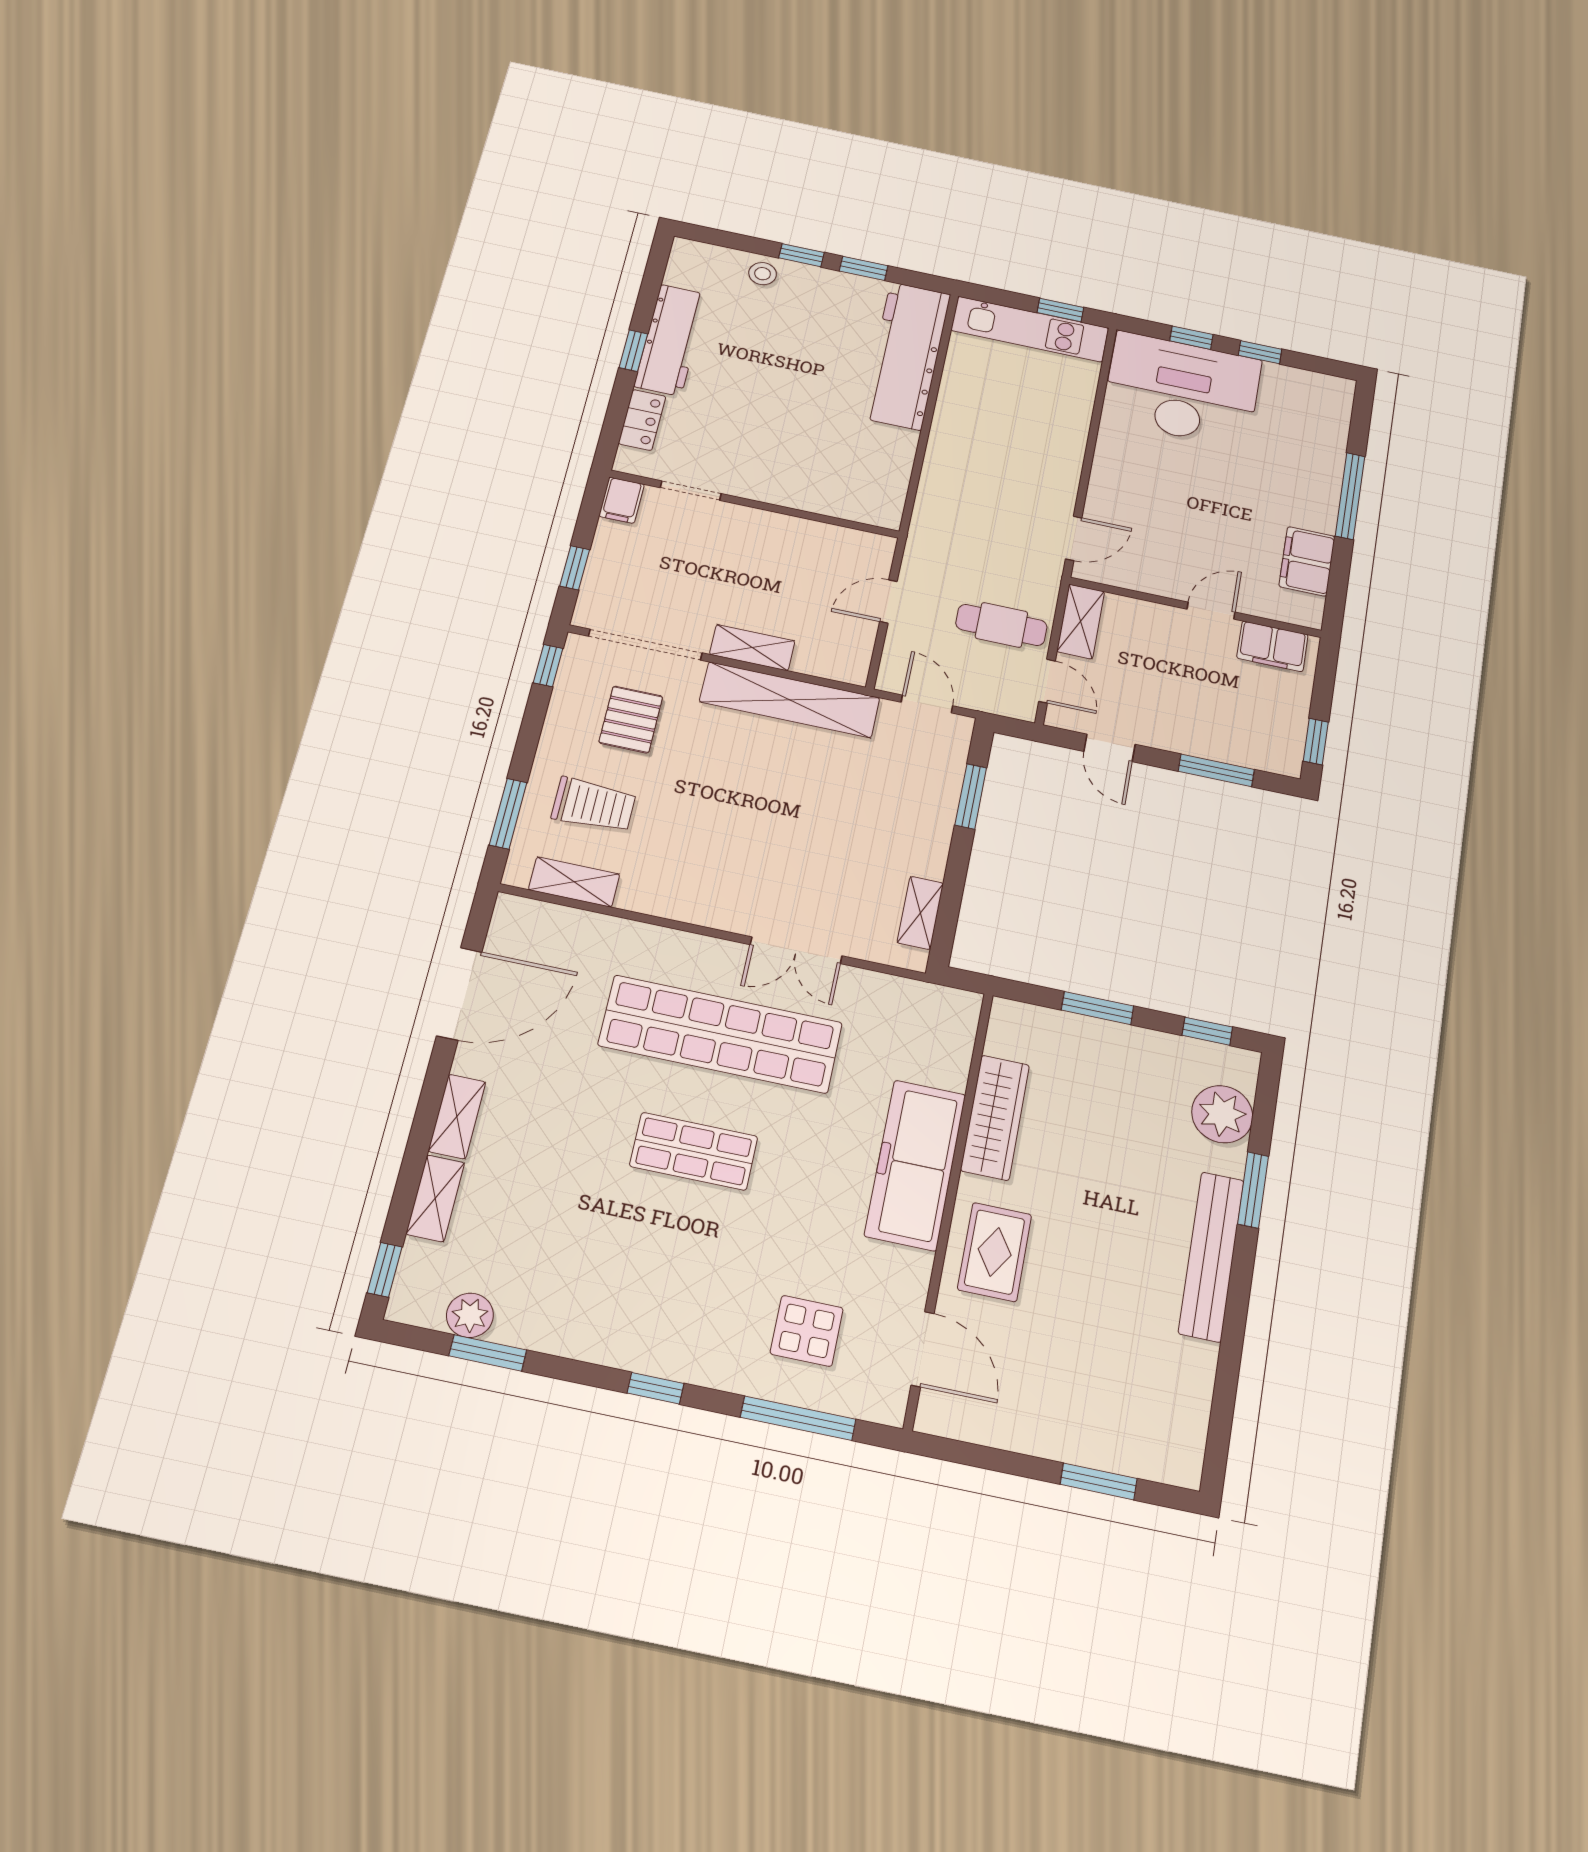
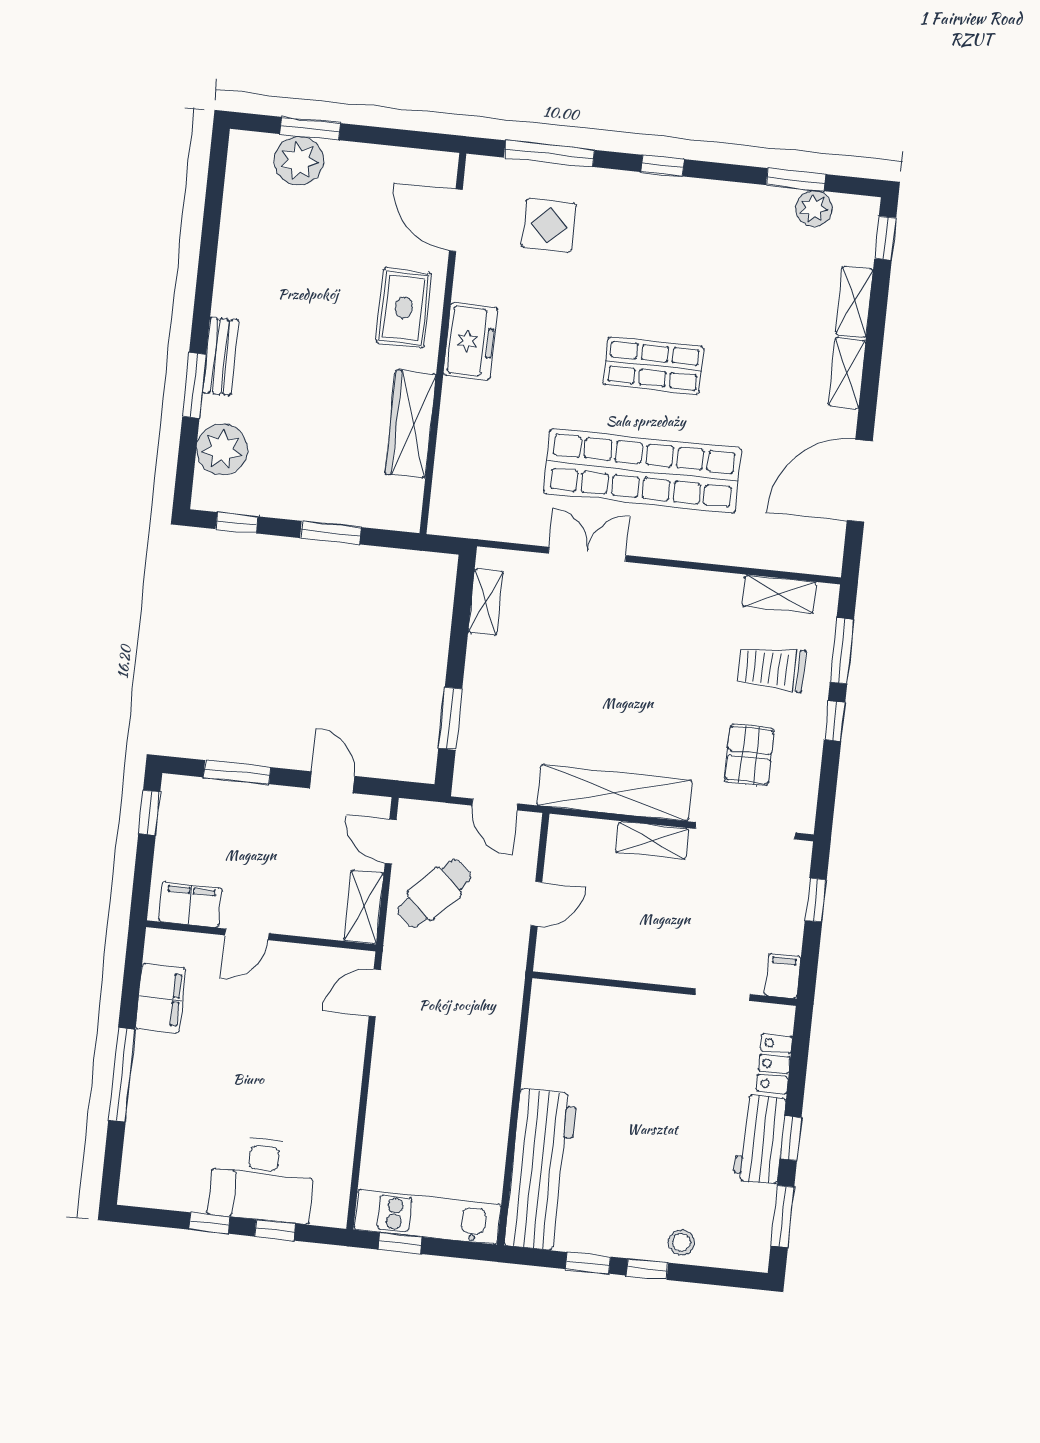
window: (652, 283) -> (782, 1216), added
workbench: (671, 340) -> (760, 1139), width x0.73
desk: (1182, 390) -> (262, 1180), width x0.73, depth x0.77
cafe table: (1001, 625) -> (434, 893), turned -47
window: (548, 666) -> (835, 721), moved
freezer: (915, 1165) -> (470, 341), width x0.52, depth x0.79
bench: (1211, 1256) -> (221, 356), width x0.54, depth x0.82
plant: (1115, 1443) -> (299, 161), added

